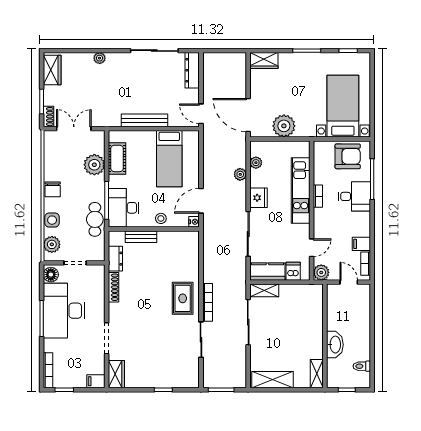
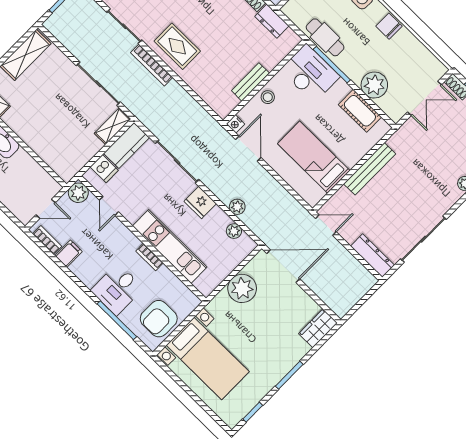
bench: (141, 237) -> (250, 82), moved

